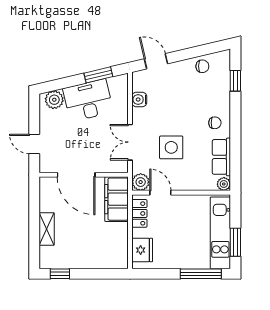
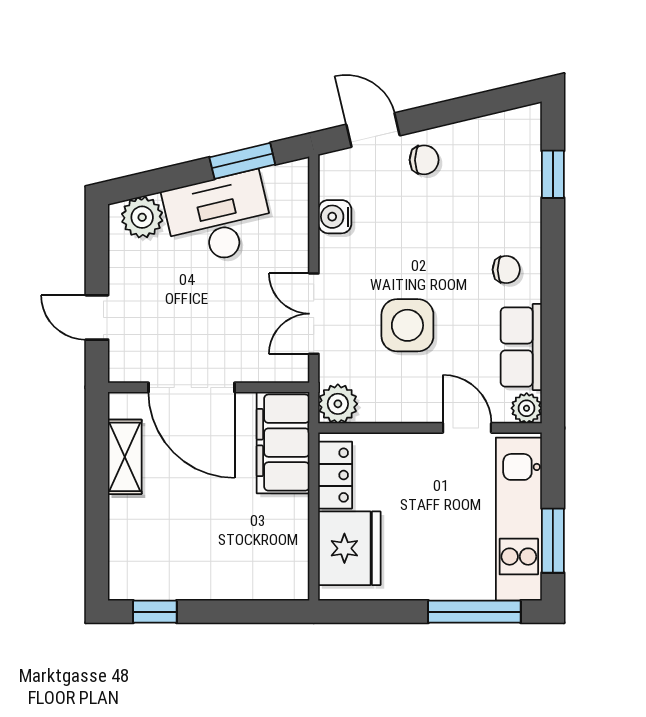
chair: (202, 66) -> (424, 160), moved
door: (160, 193) -> (467, 428), moved
shelving: (47, 229) -> (125, 457), moved
fridge: (142, 250) -> (349, 548), width x1.36, depth x1.34

